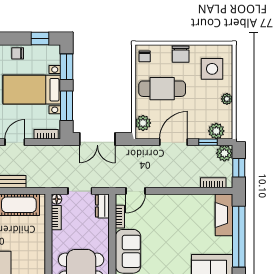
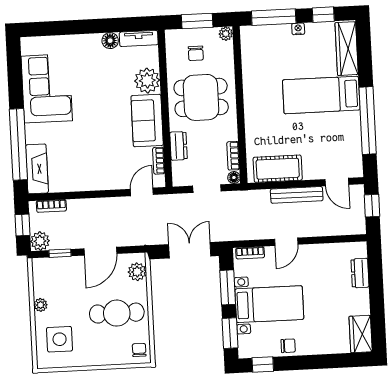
chair: (181, 54) -> (97, 355), removed
plant: (216, 131) -> (51, 267), removed
dresser: (102, 206) -> (178, 146), moved

